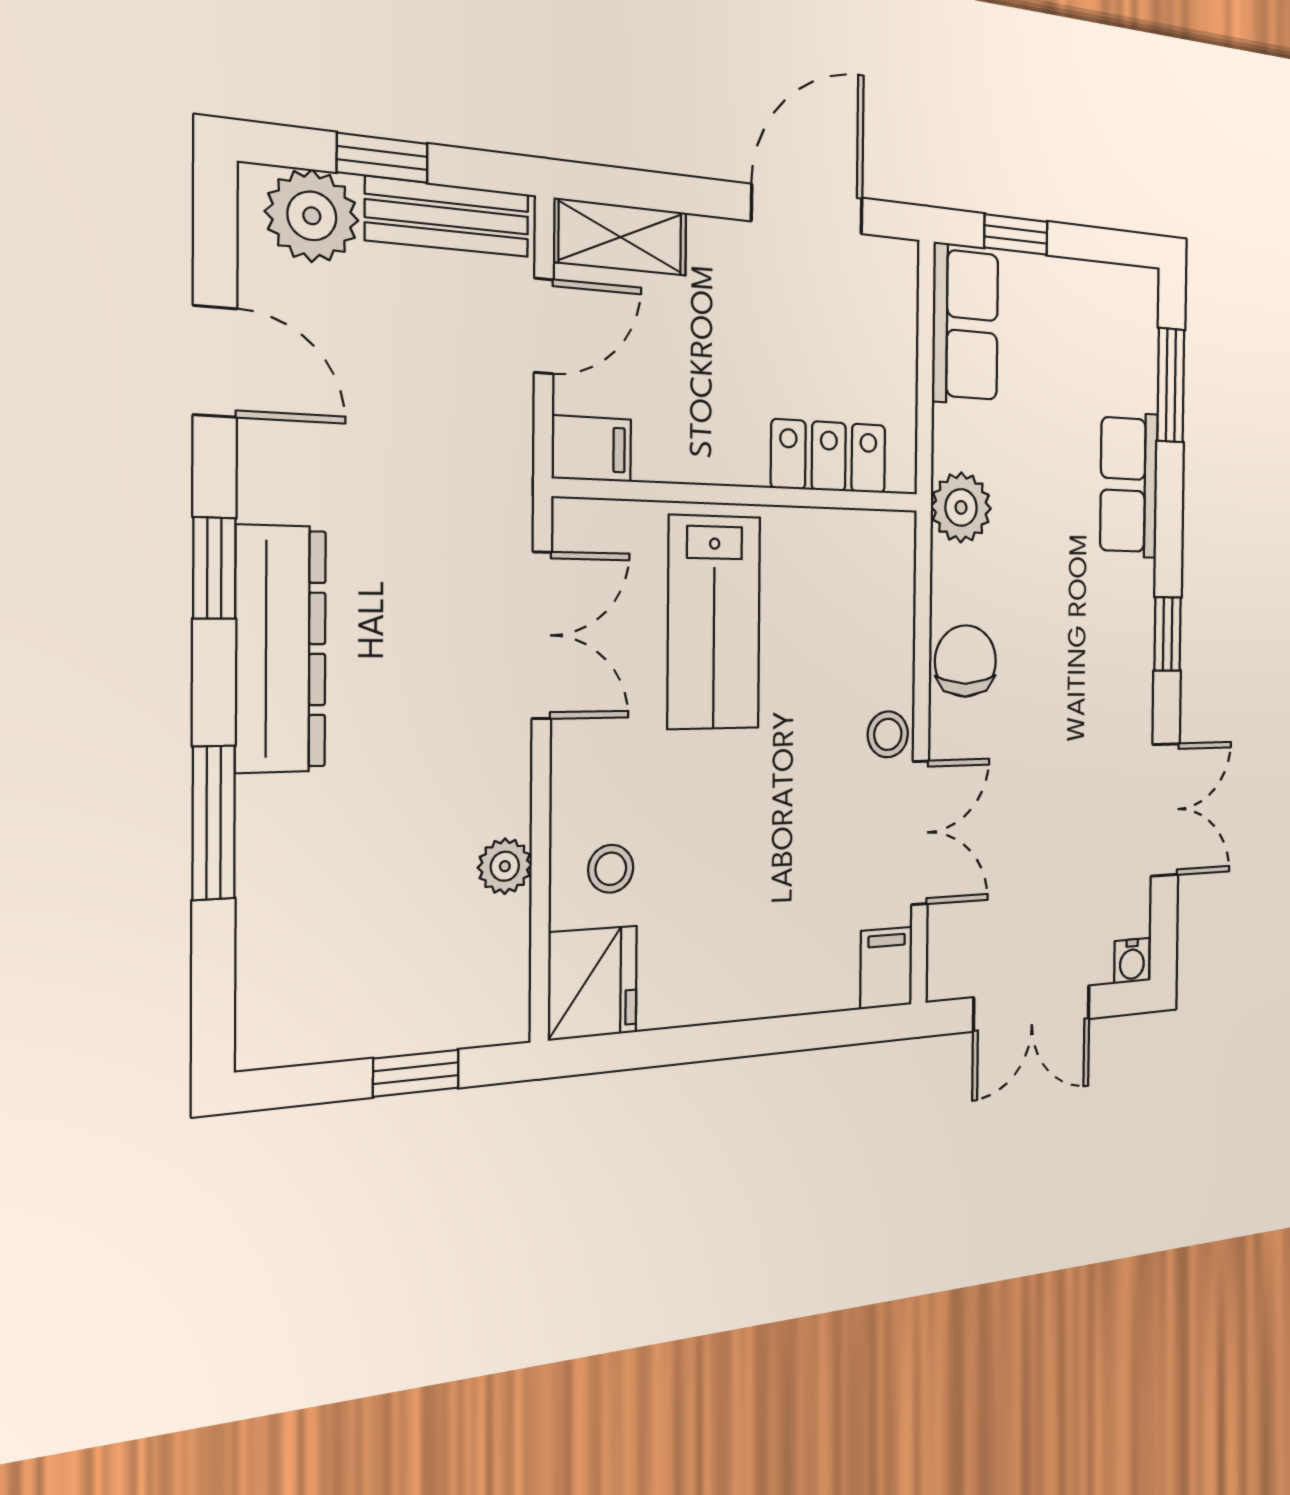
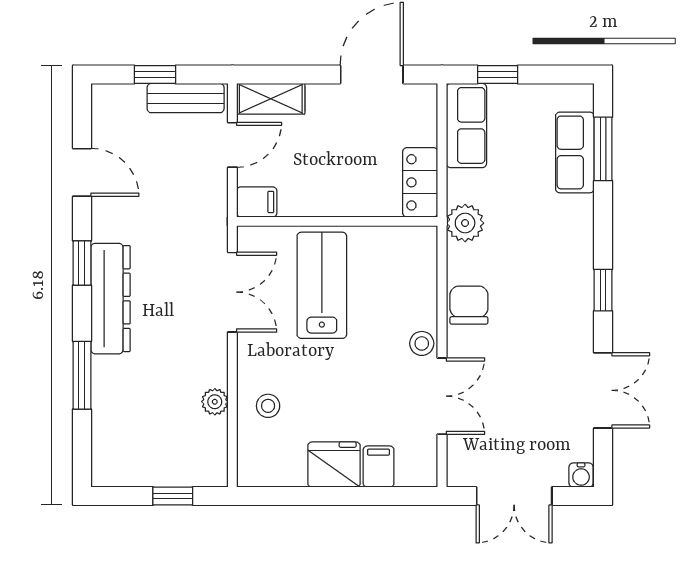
plant: (312, 216) -> (124, 104), removed
locker: (829, 456) -> (420, 182), moved, turned -90
row of seats: (1129, 485) -> (575, 152), moved
lab bench: (714, 622) -> (322, 285), turned 180
filing cabinet: (886, 968) -> (379, 467), moved
fridge: (593, 983) -> (334, 465), moved, turned -90

